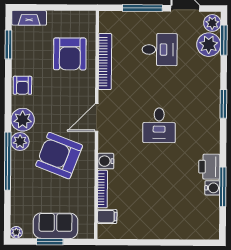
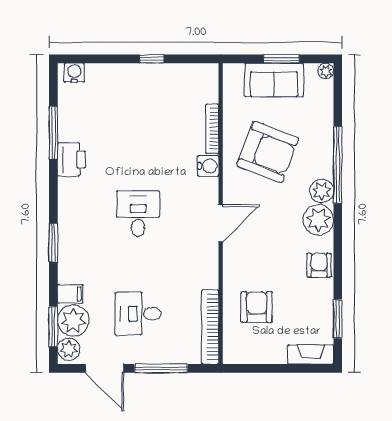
armchair: (70, 54) -> (257, 307), width x0.73, depth x0.73
bookcase: (105, 62) -> (210, 327), moved
armchair: (59, 156) -> (268, 152), moved
water cooler: (212, 188) -> (74, 73), moved, turned 90
filing cabinet: (107, 216) -> (70, 294), moved, turned 180
window: (148, 242) -> (152, 59), added

